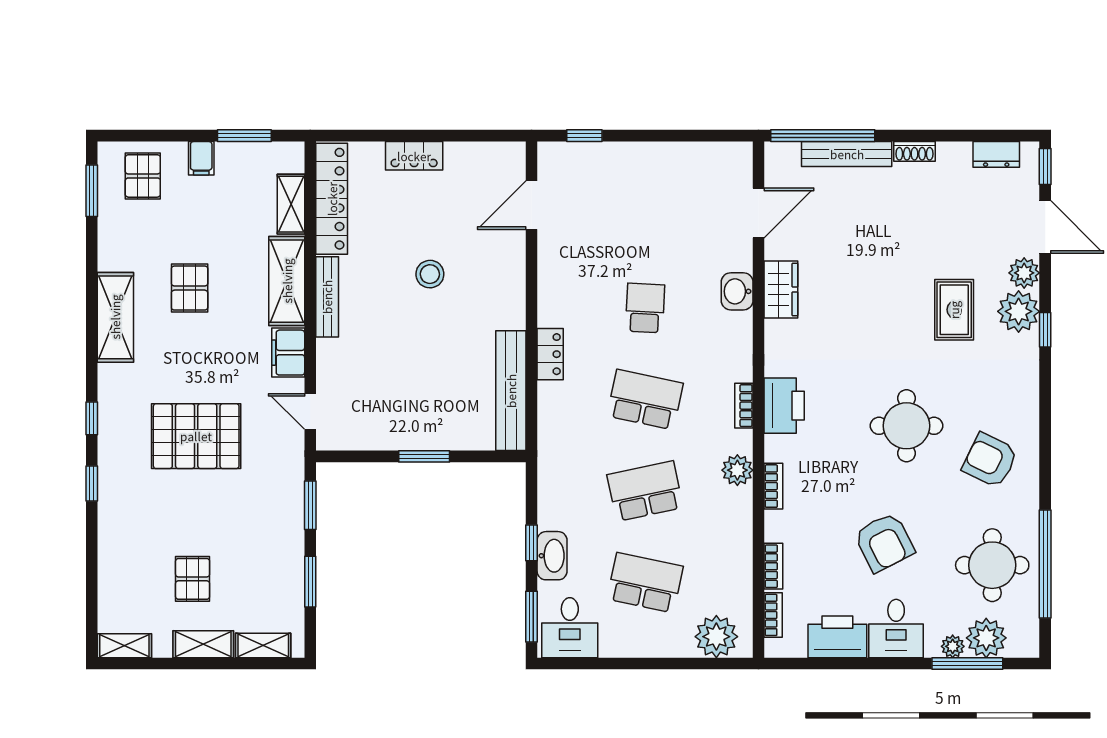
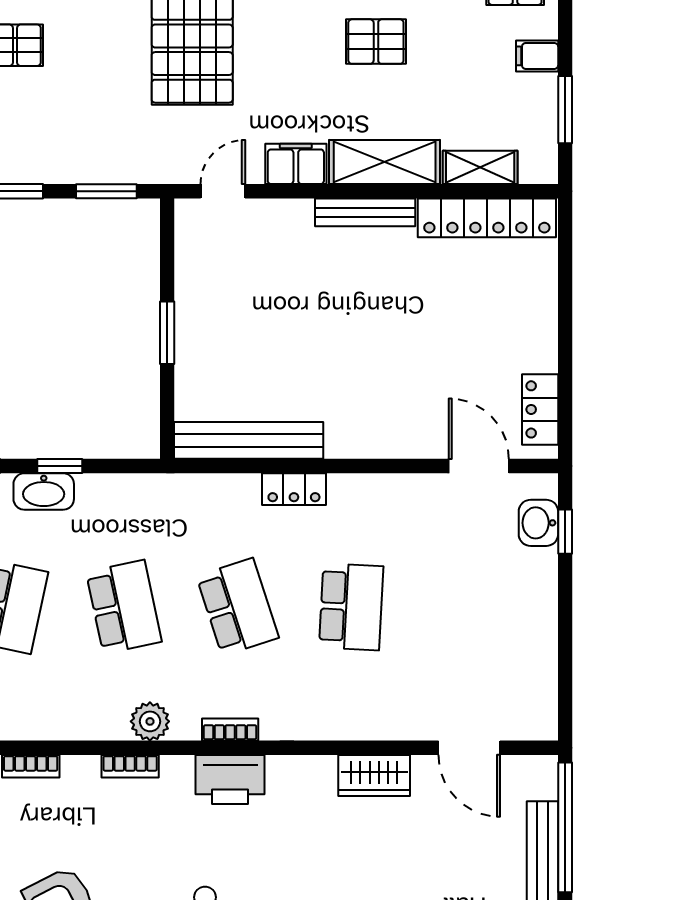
locker: (414, 156) -> (540, 409), moved
stool: (430, 274) -> (393, 340), removed
washbasin: (737, 291) -> (538, 523), moved, turned -90
school desk: (645, 308) -> (351, 607), width x1.85
school desk: (645, 400) -> (238, 607), turned -30

